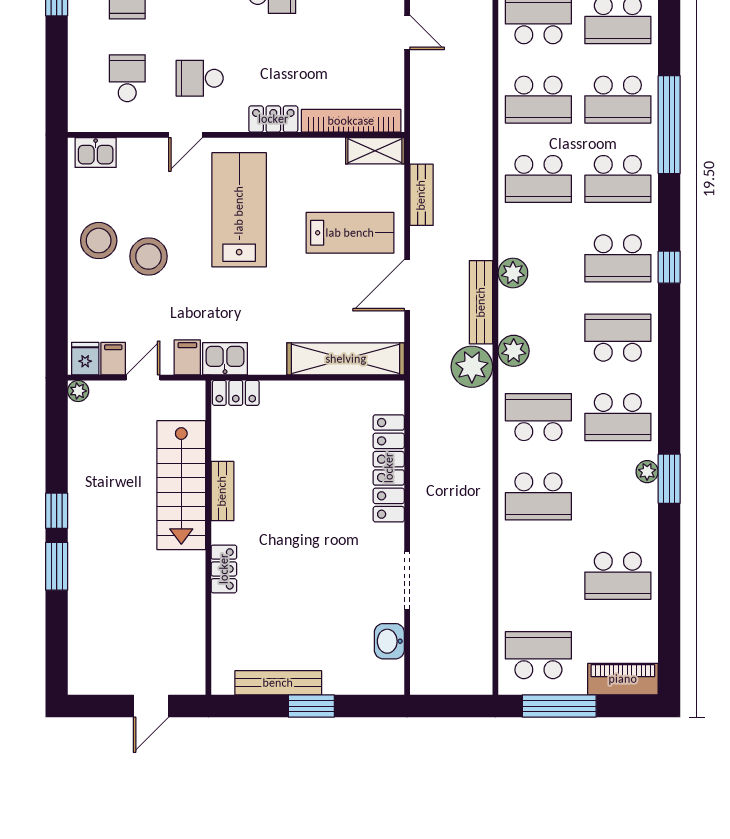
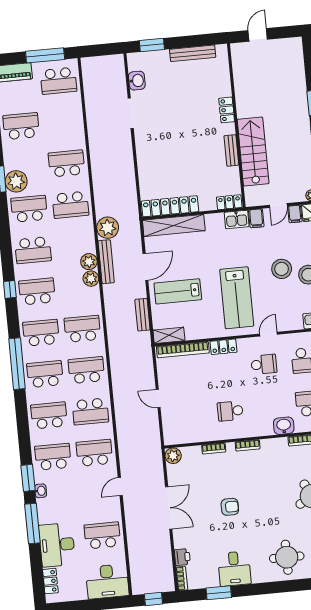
plant: (514, 351) -> (89, 262), moved
locker: (389, 468) -> (170, 206), moved, turned -90
plant: (647, 472) -> (16, 181), width x1.88, depth x1.88
window: (311, 706) -> (152, 45), moved

